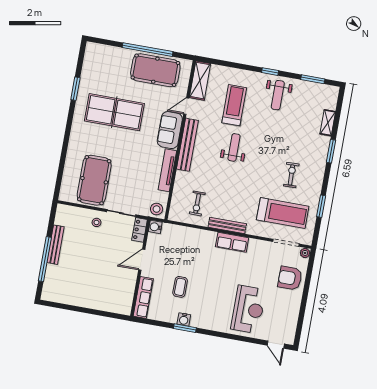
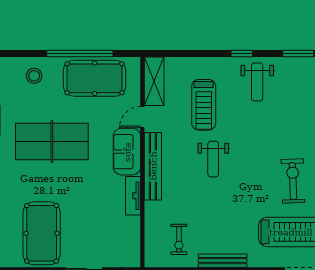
treadmill: (234, 105) -> (204, 105), turned 180
weight bench: (234, 147) -> (213, 159), turned 180
tv unit: (167, 170) -> (133, 196), width x0.71
exercise bike: (291, 175) -> (293, 181), width x1.38, depth x1.39
stool: (157, 209) -> (34, 76), moved

